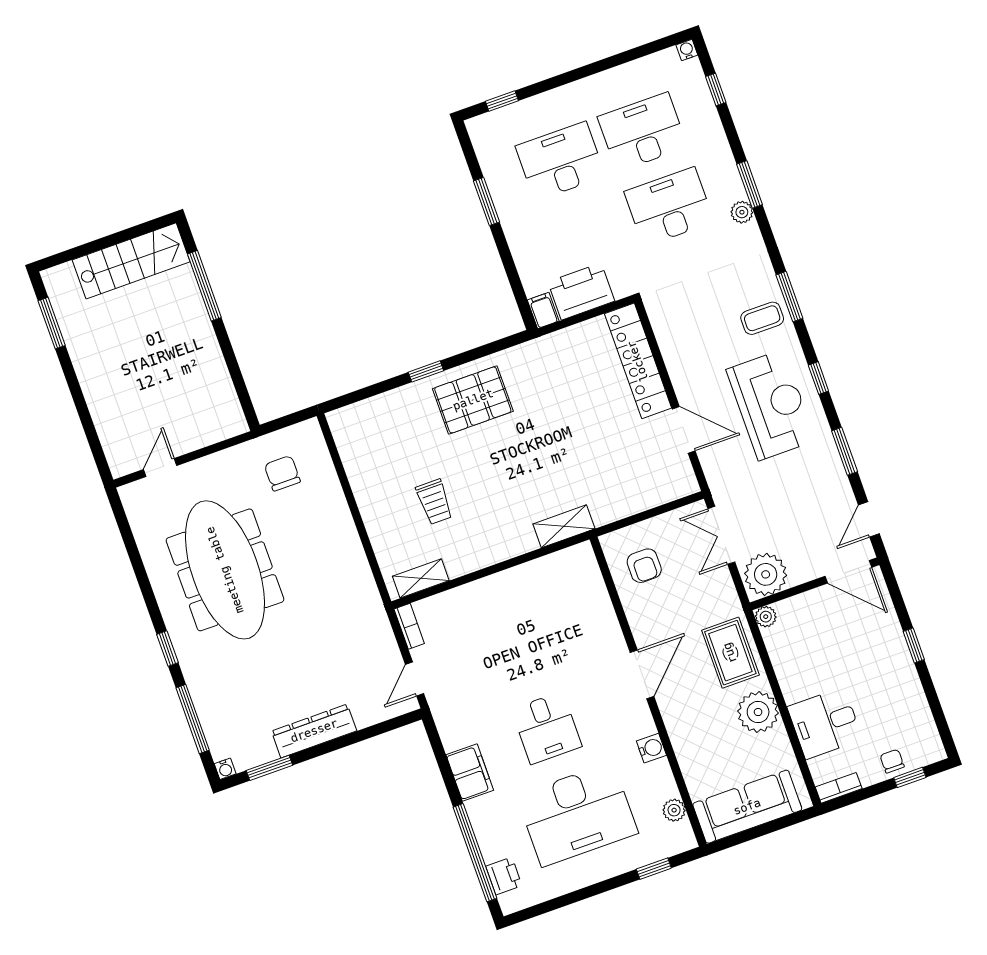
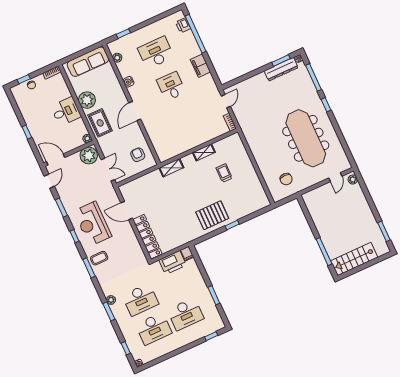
plant: (118, 458) -> (353, 180), added
shelving: (421, 578) -> (204, 152), moved
desk: (825, 723) -> (66, 111), moved
dresser: (314, 731) -> (281, 69), moved
desk: (577, 814) -> (156, 53), width x0.73, depth x0.77

